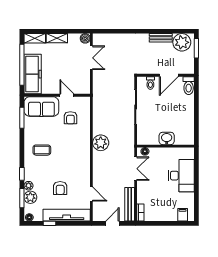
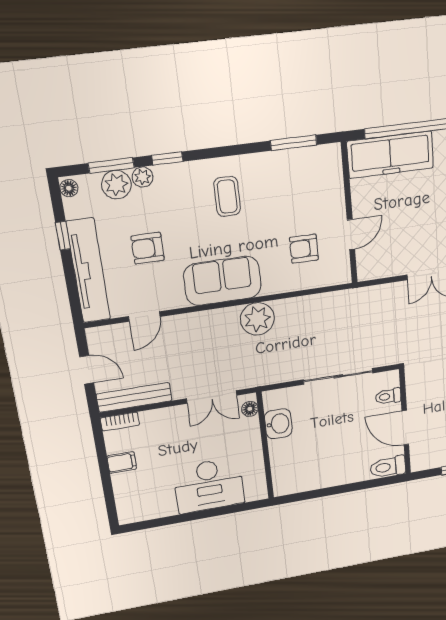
sofa: (41, 107) -> (223, 281), moved, turned 90
washbasin: (167, 138) -> (278, 424), moved
filing cabinet: (183, 215) -> (122, 462), moved

